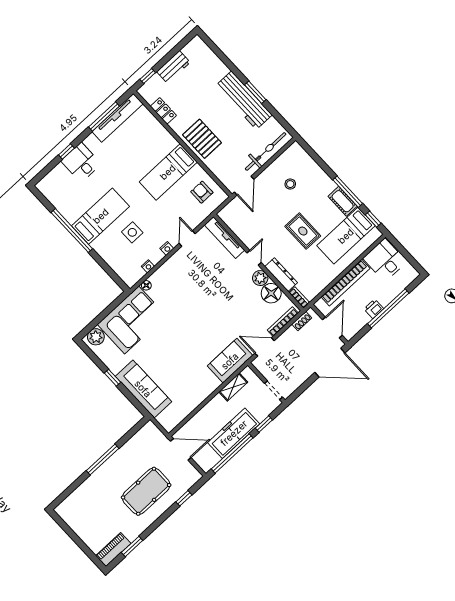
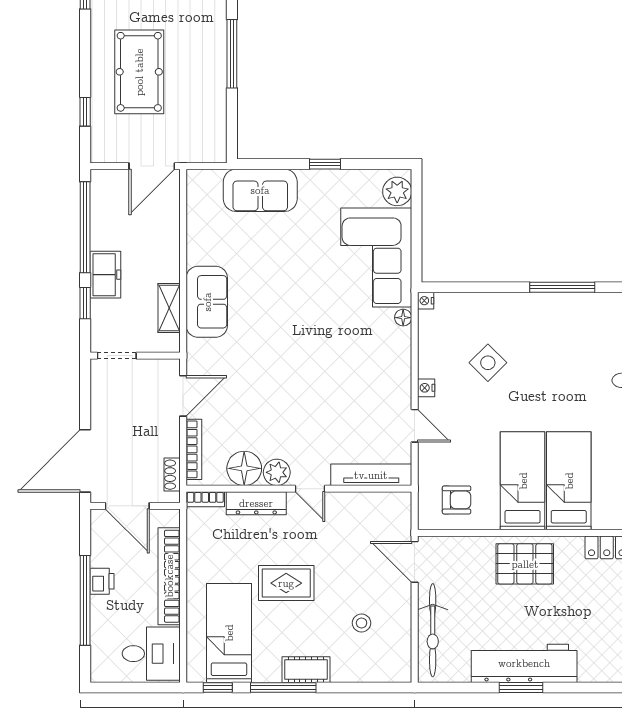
cot: (343, 201) -> (306, 670), moved
bed: (101, 216) -> (569, 481), moved, turned 180
window: (72, 231) -> (562, 287), width x0.68
side table: (132, 232) -> (488, 363), turned 45
nightstand: (148, 266) -> (426, 301), moved
sofa: (230, 361) -> (207, 302), moved
sofa: (143, 389) -> (260, 190), width x0.73
freezer: (234, 433) -> (105, 275), width x0.52, depth x0.79

